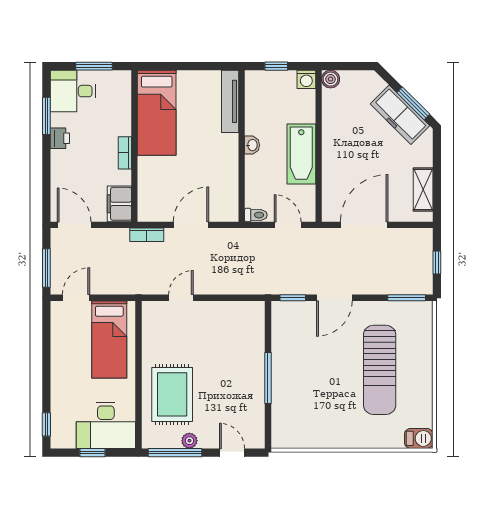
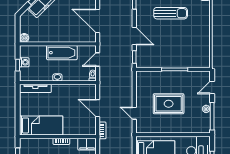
washing machine: (306, 79) -> (24, 62), moved
sun lounger: (380, 370) -> (171, 13), width x0.73, depth x0.75
rug: (172, 394) -> (169, 104), moved

